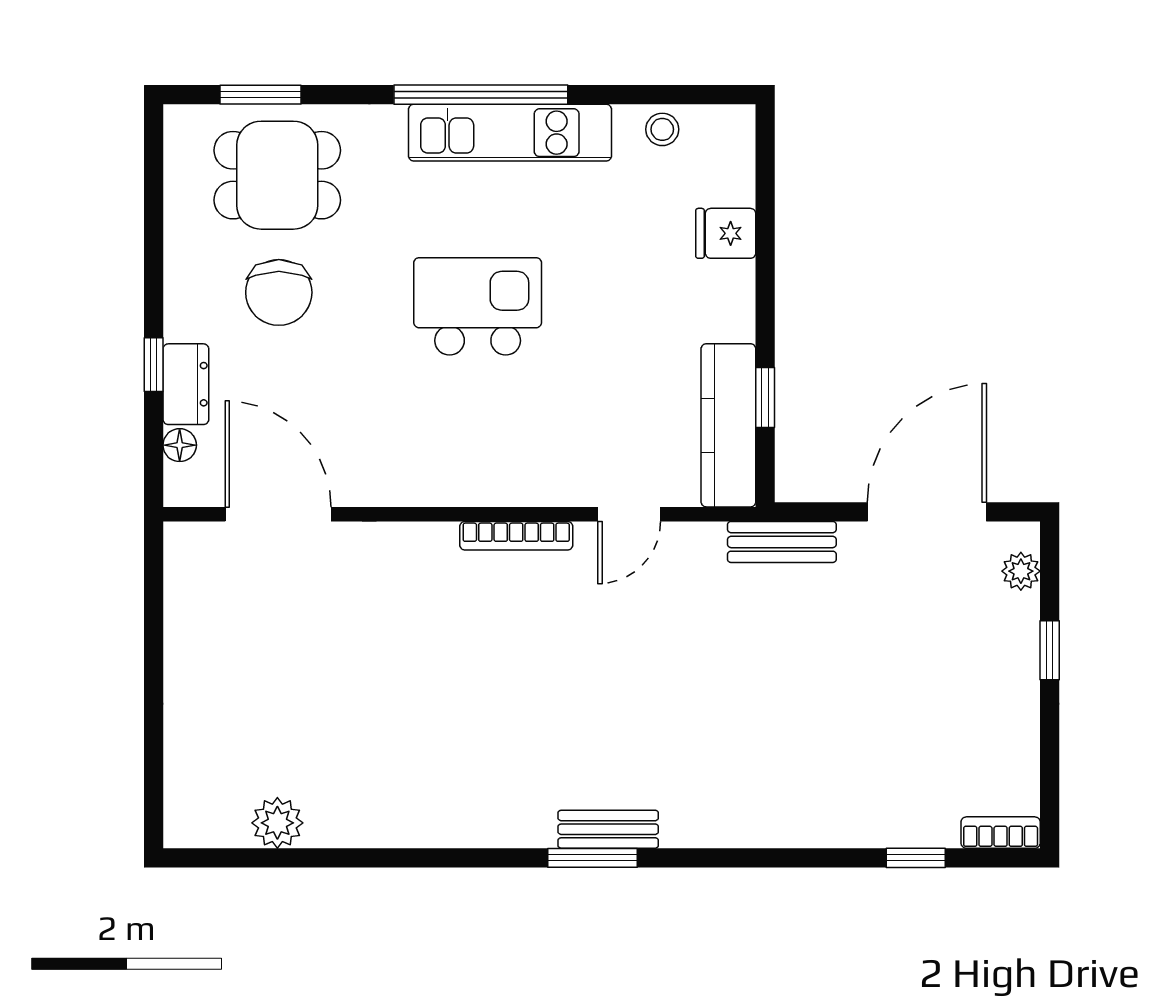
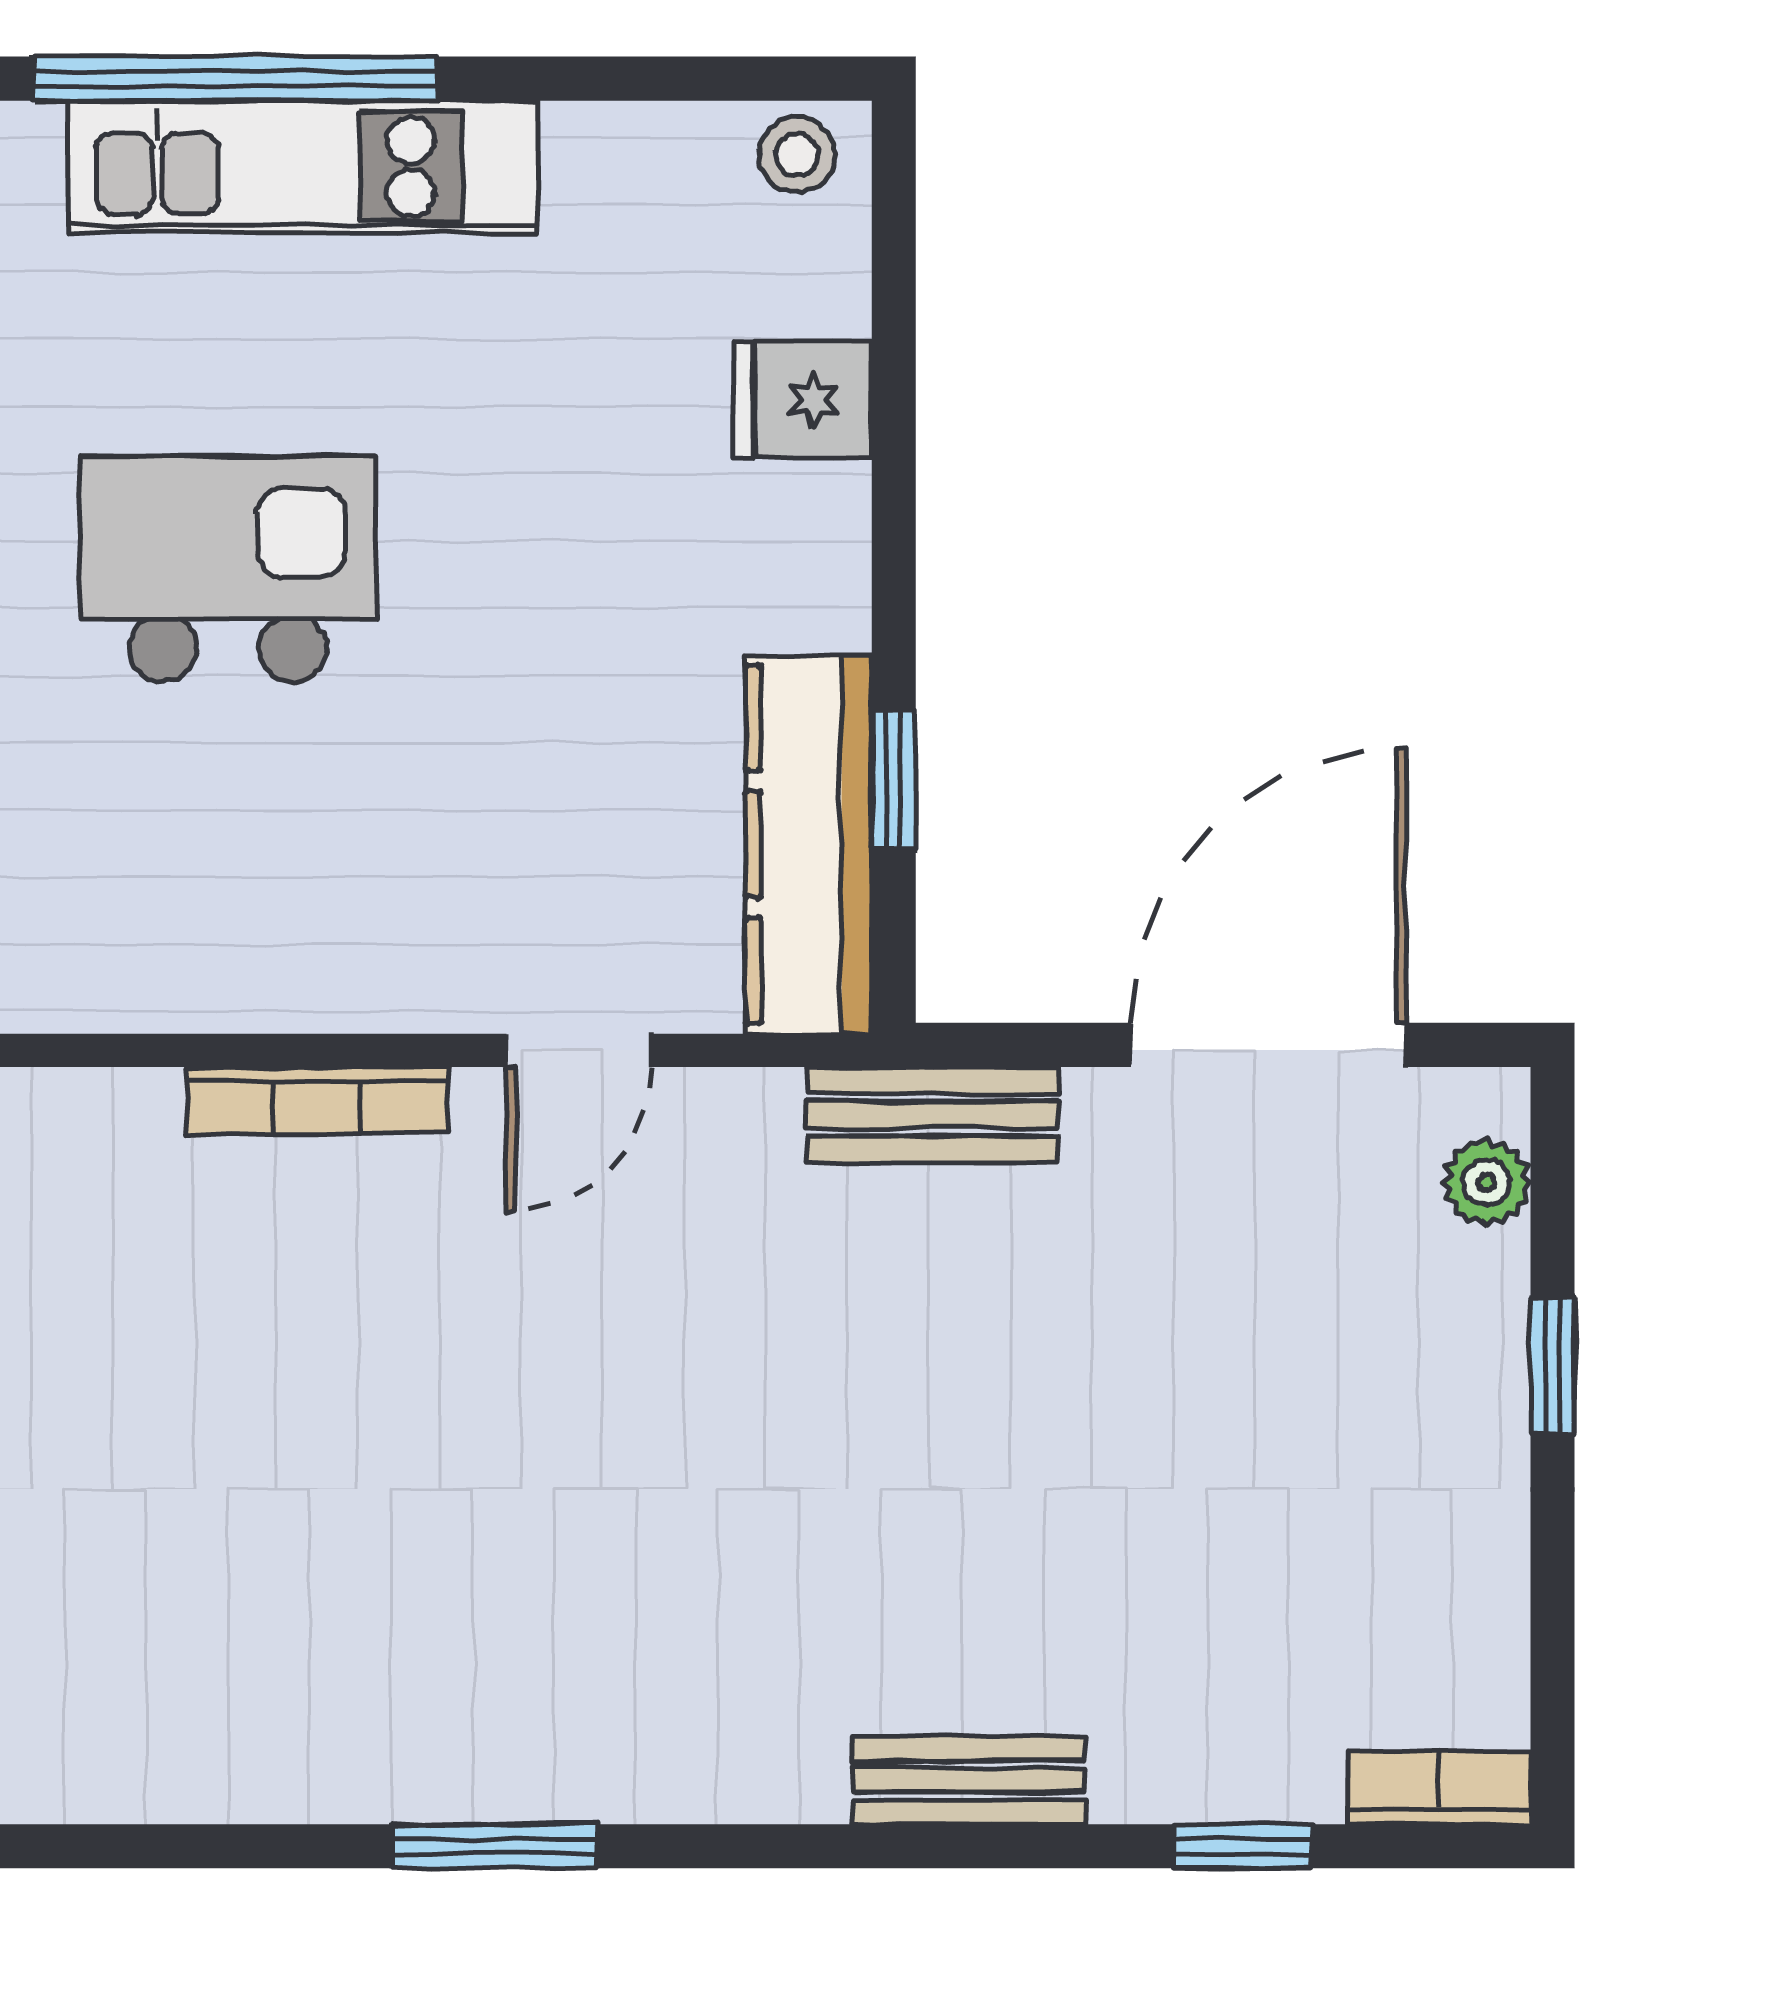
stool: (662, 129) -> (797, 154), moved
bench: (608, 829) -> (969, 1780), moved

